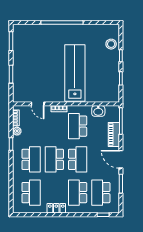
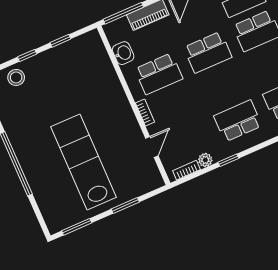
lab bench: (75, 73) -> (83, 162), moved, turned 90
school desk: (54, 159) -> (223, 87), removed
school desk: (78, 159) -> (208, 52), turned 180

